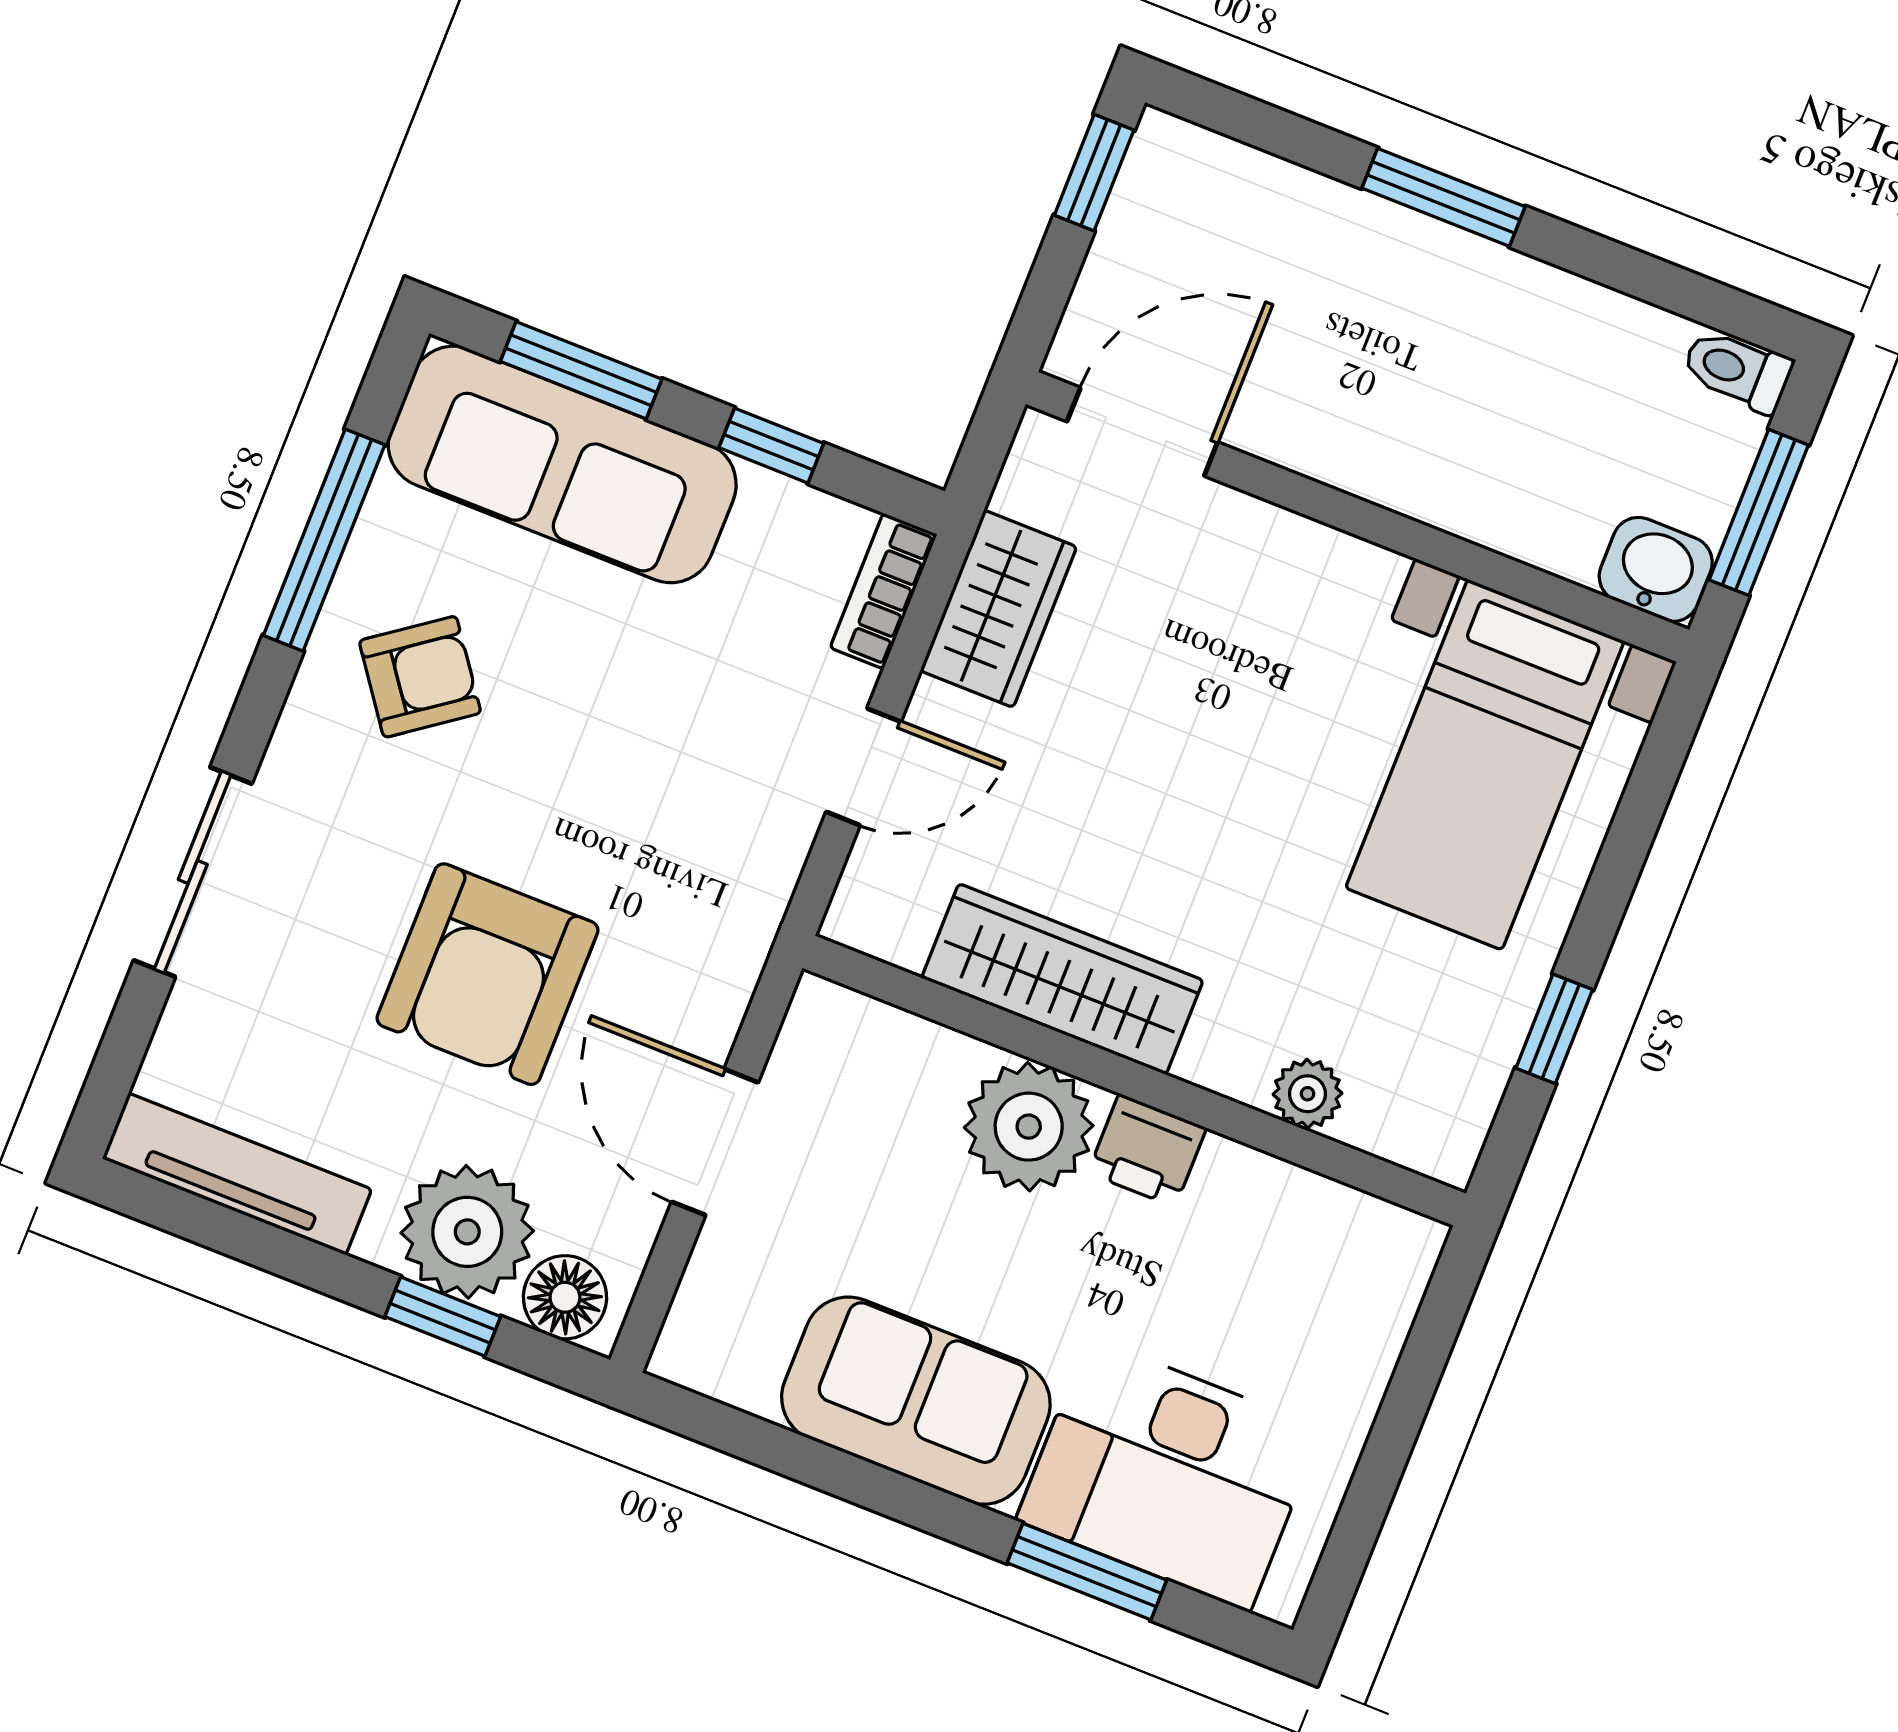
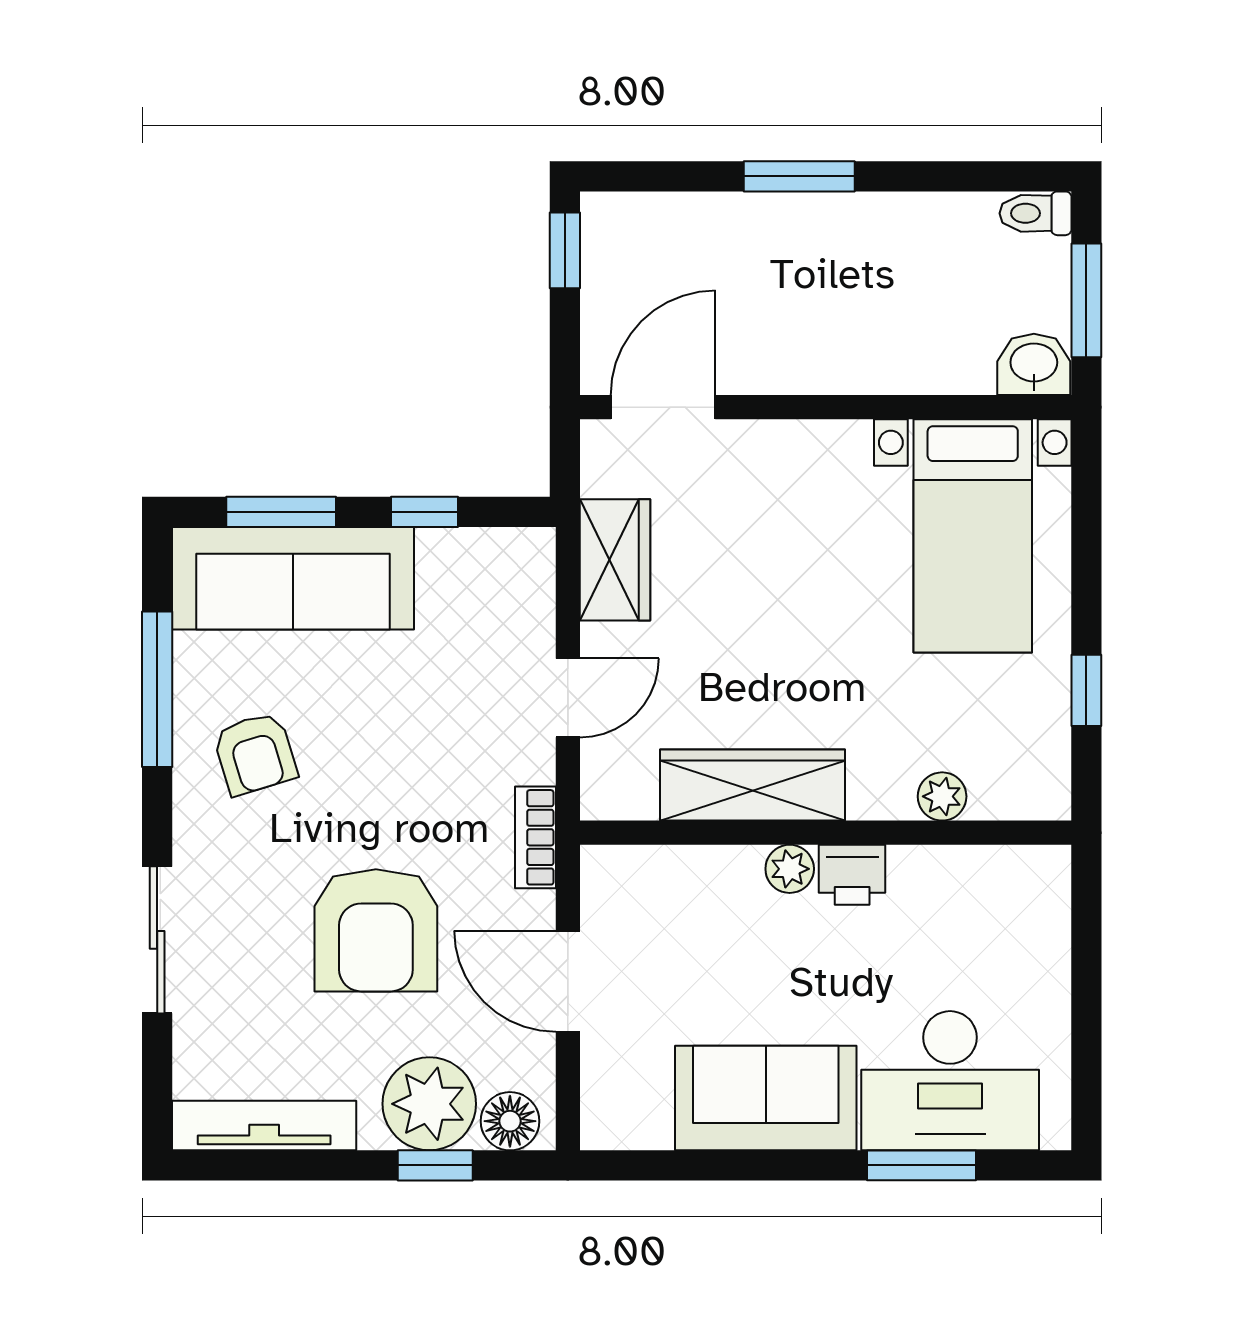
bookcase: (884, 591) -> (535, 837), moved
armchair: (420, 677) -> (255, 754), turned 109
plant: (1029, 1127) -> (790, 869), width x0.53, depth x0.53

